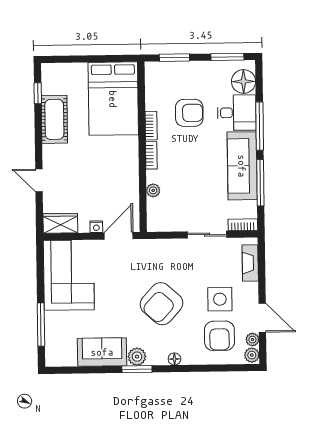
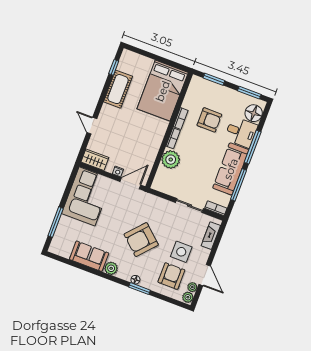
plant: (153, 190) -> (171, 160), width x1.88, depth x1.88
armchair: (219, 336) -> (171, 276), turned 180
window: (137, 369) -> (139, 289), moved

